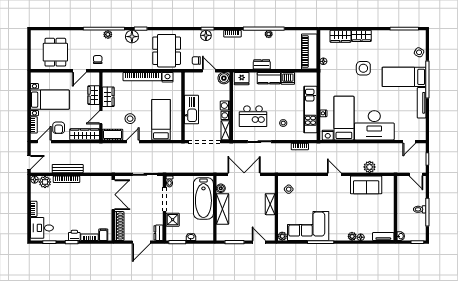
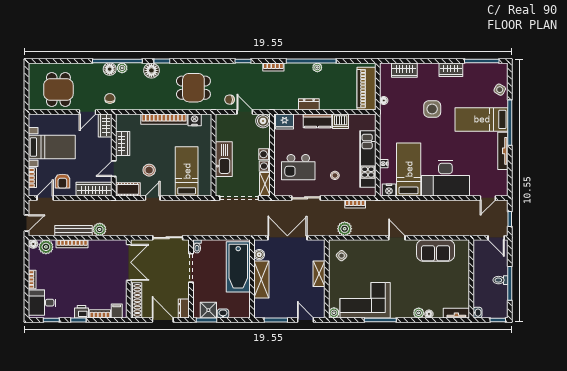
floor lamp: (206, 35) -> (110, 69), moved
wardrobe: (361, 36) -> (451, 70), moved
dining table: (167, 51) -> (193, 88), width x0.73
wardrobe: (94, 95) -> (105, 125), moved
plant: (370, 167) -> (345, 229), moved
plant: (89, 168) -> (100, 229), added
shower: (173, 220) -> (208, 310), moved
door: (141, 242) -> (163, 320), swing flipped

